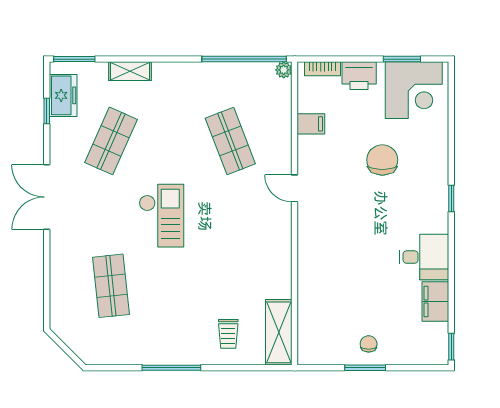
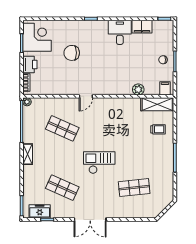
shelving: (130, 71) -> (28, 154), moved
filing cabinet: (311, 124) -> (165, 88), moved
shop shelf: (230, 141) -> (62, 128), turned 45
plant: (309, 294) -> (138, 90), added

